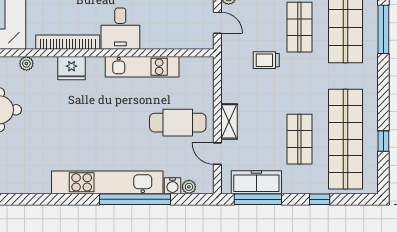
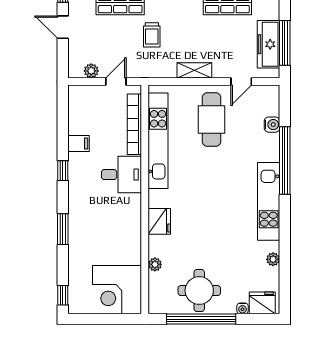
bookcase: (68, 42) -> (134, 124), moved
kitchen unit: (142, 67) -> (158, 141), width x1.36
shelving: (229, 121) -> (194, 70), moved
kitchen unit: (107, 182) -> (269, 201), width x0.73
plant: (189, 187) -> (273, 259), moved

